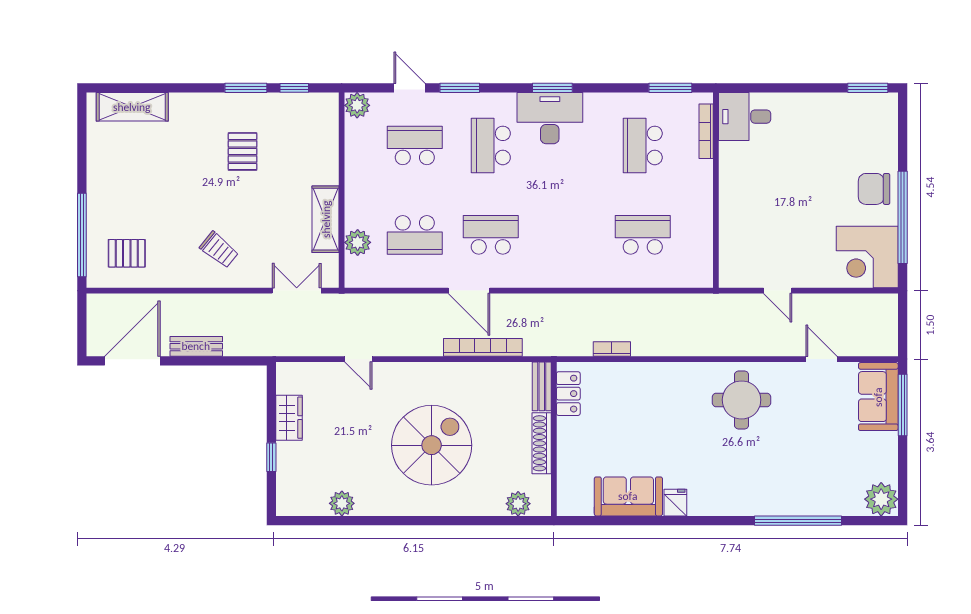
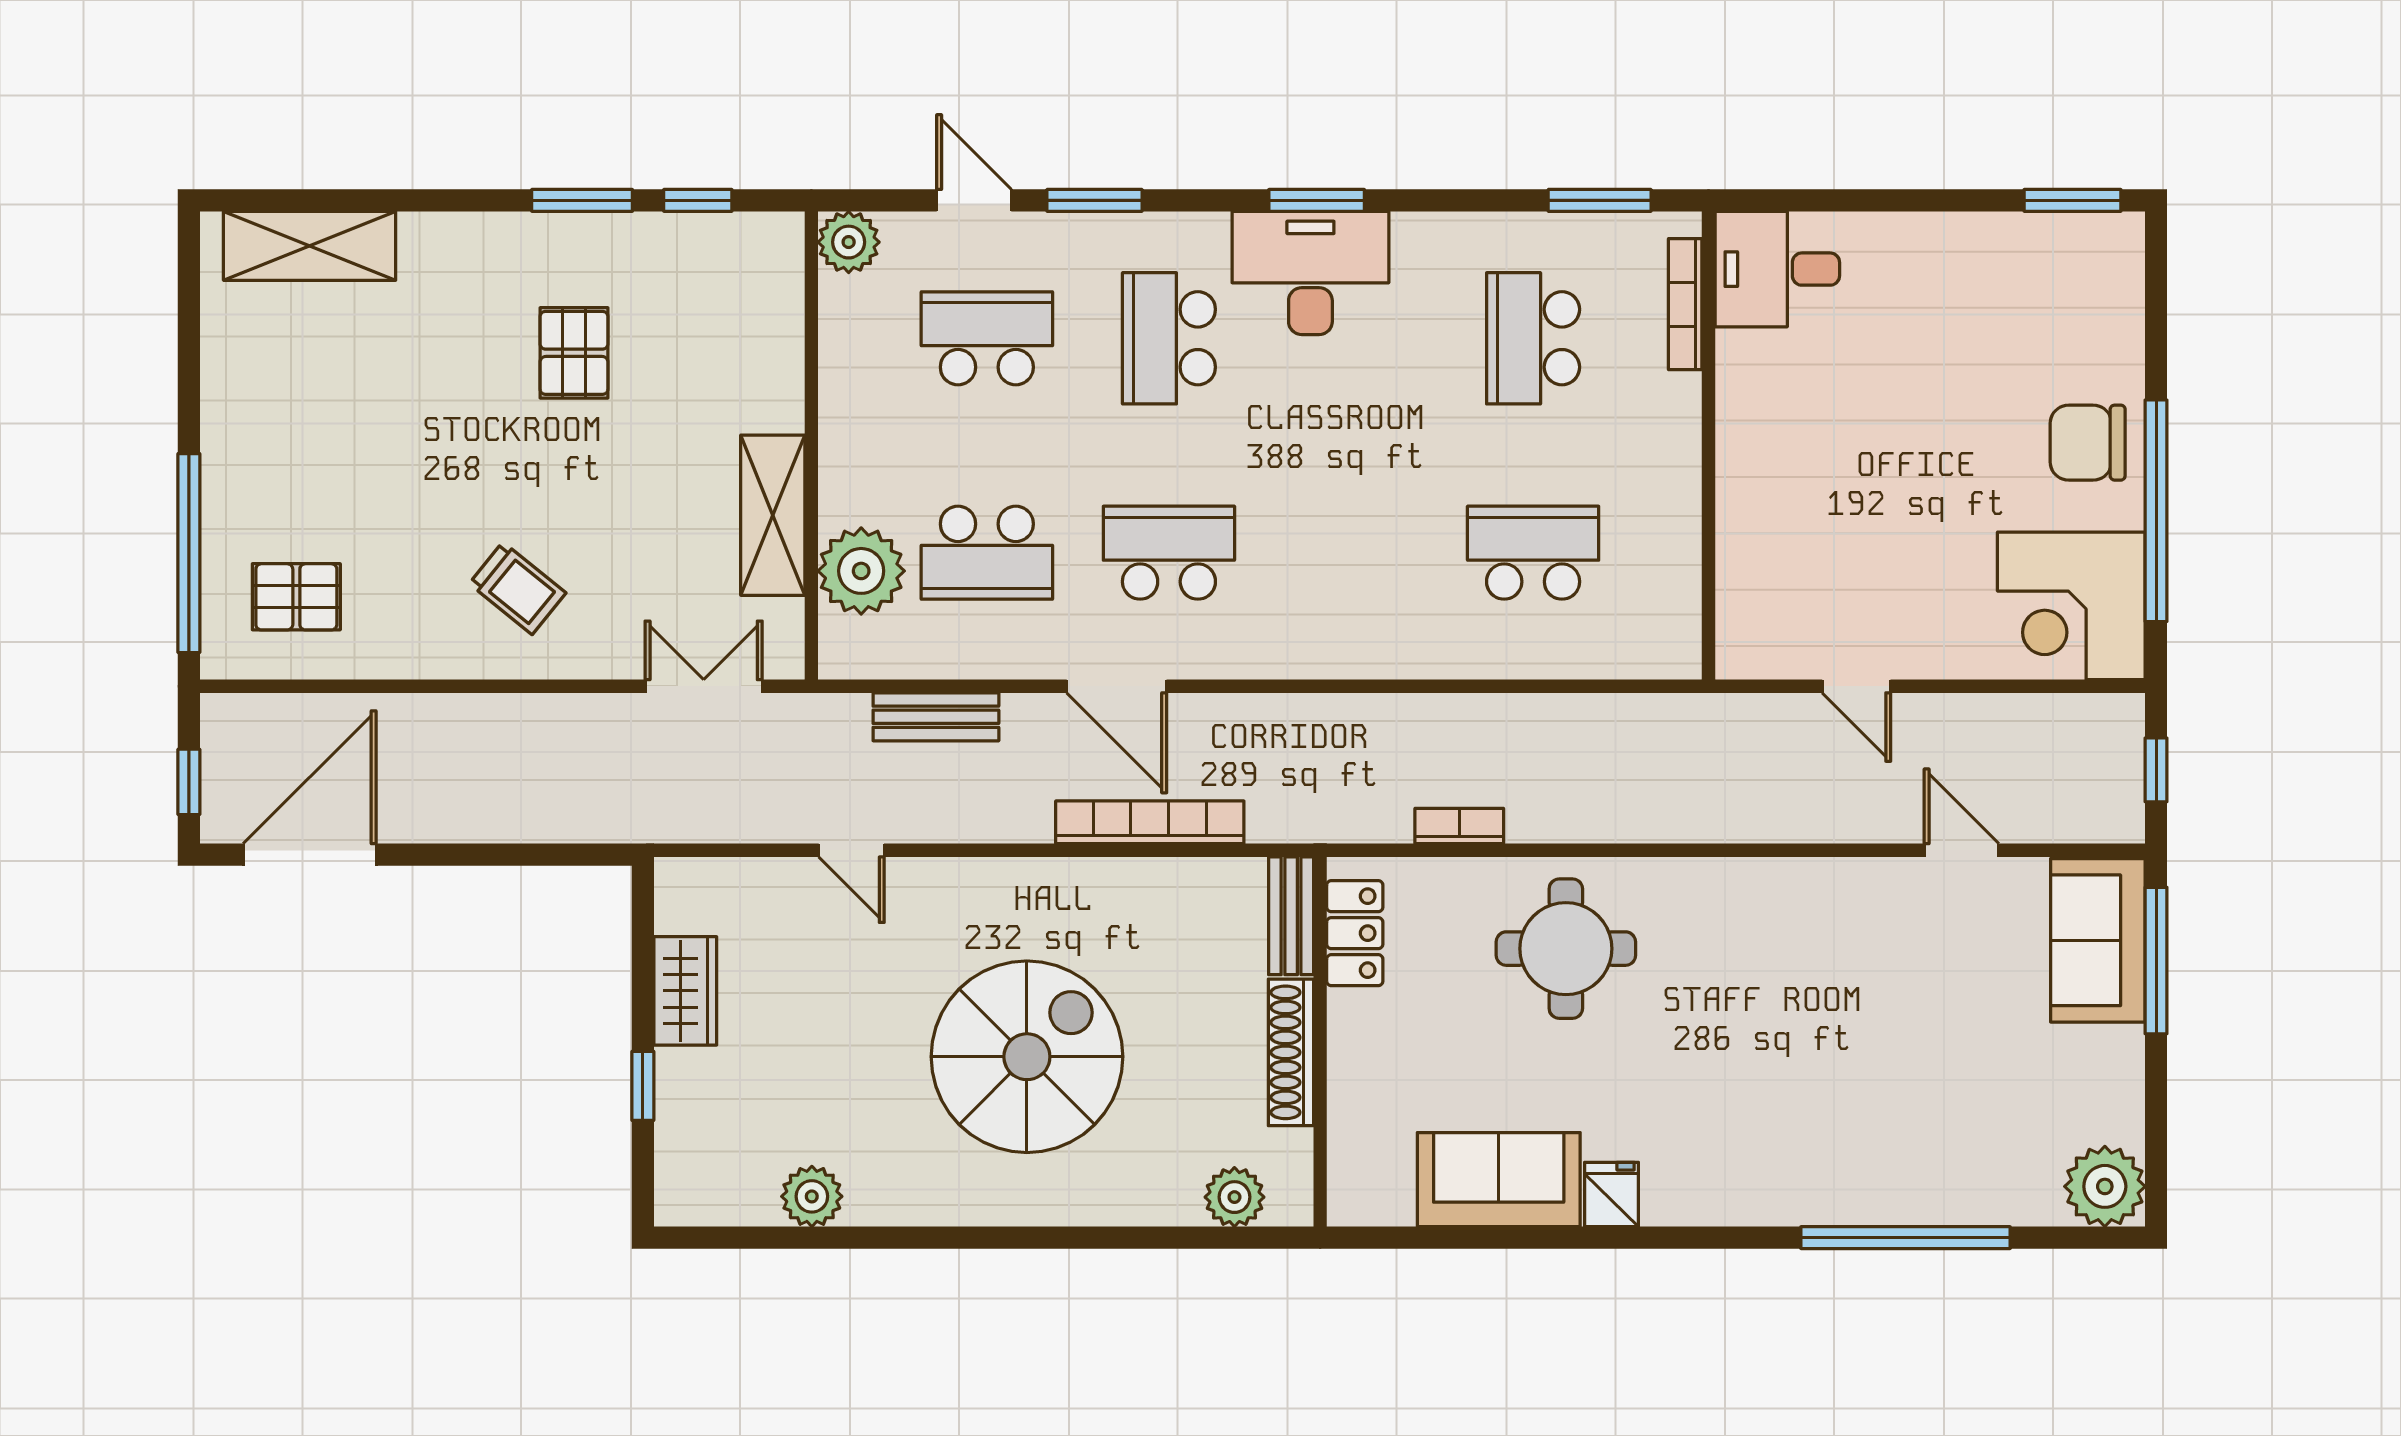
plant: (358, 242) -> (861, 571), width x1.36, depth x1.36
window: (903, 325) -> (2156, 770), added
window: (82, 330) -> (189, 782), added
bench: (196, 346) -> (936, 717), moved
round table: (742, 400) -> (1566, 949), moved

